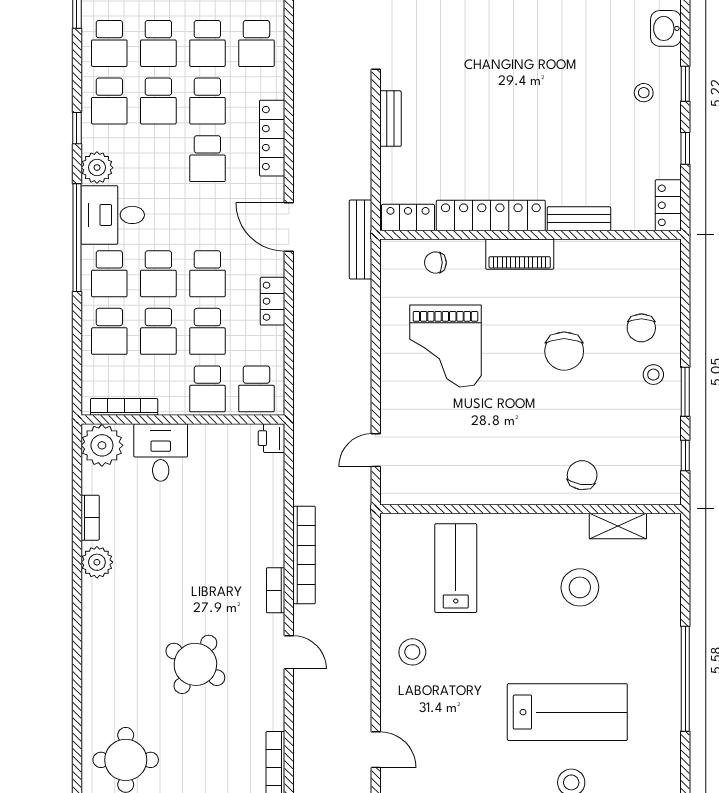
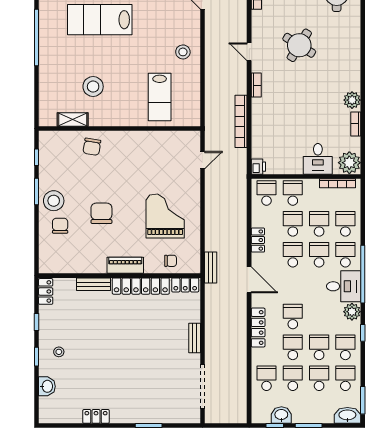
bench: (361, 240) -> (211, 267), width x0.73
stool: (653, 375) -> (54, 201), width x1.89, depth x1.89
bookcase: (304, 555) -> (241, 121), moved

